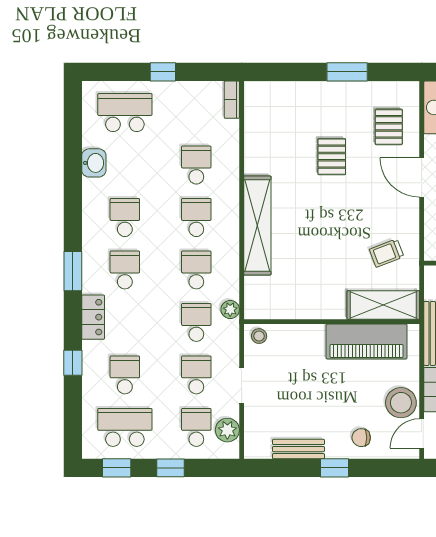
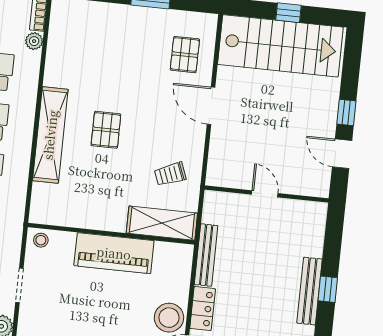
pallet: (332, 157) -> (106, 130), moved
plant: (230, 309) -> (34, 41), moved
piano: (367, 342) -> (114, 253), moved

